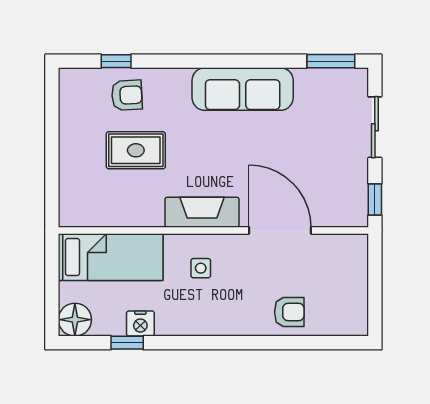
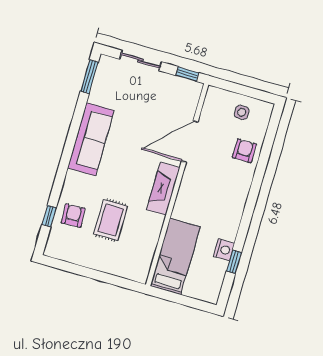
side table: (201, 268) -> (242, 112), moved
floor lamp: (75, 320) -> (209, 291), removed

